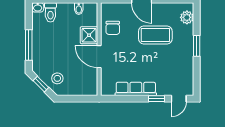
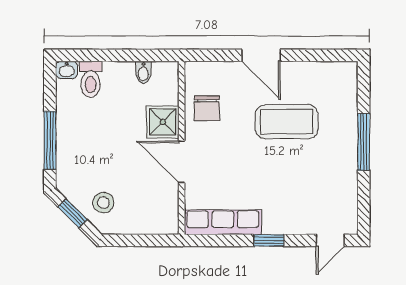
plant: (187, 17) -> (345, 89), removed
window: (197, 46) -> (364, 142), width x1.44
row of seats: (136, 89) -> (223, 222), moved
window: (156, 99) -> (269, 240), moved

